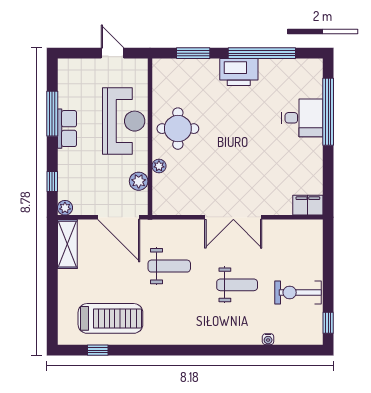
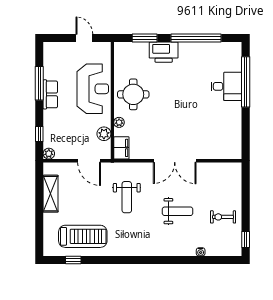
printer: (239, 72) -> (164, 52), moved
filing cabinet: (308, 205) -> (121, 148), moved, turned 90
door: (119, 217) -> (89, 161), width x0.73
shelving: (67, 244) -> (51, 194), moved
weight bench: (169, 266) -> (127, 197), turned 90
exercise bike: (298, 292) -> (223, 217), width x0.73, depth x0.72

